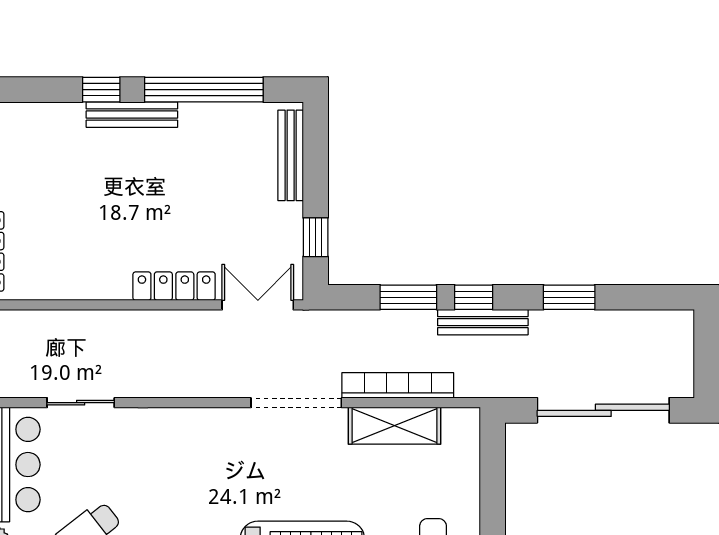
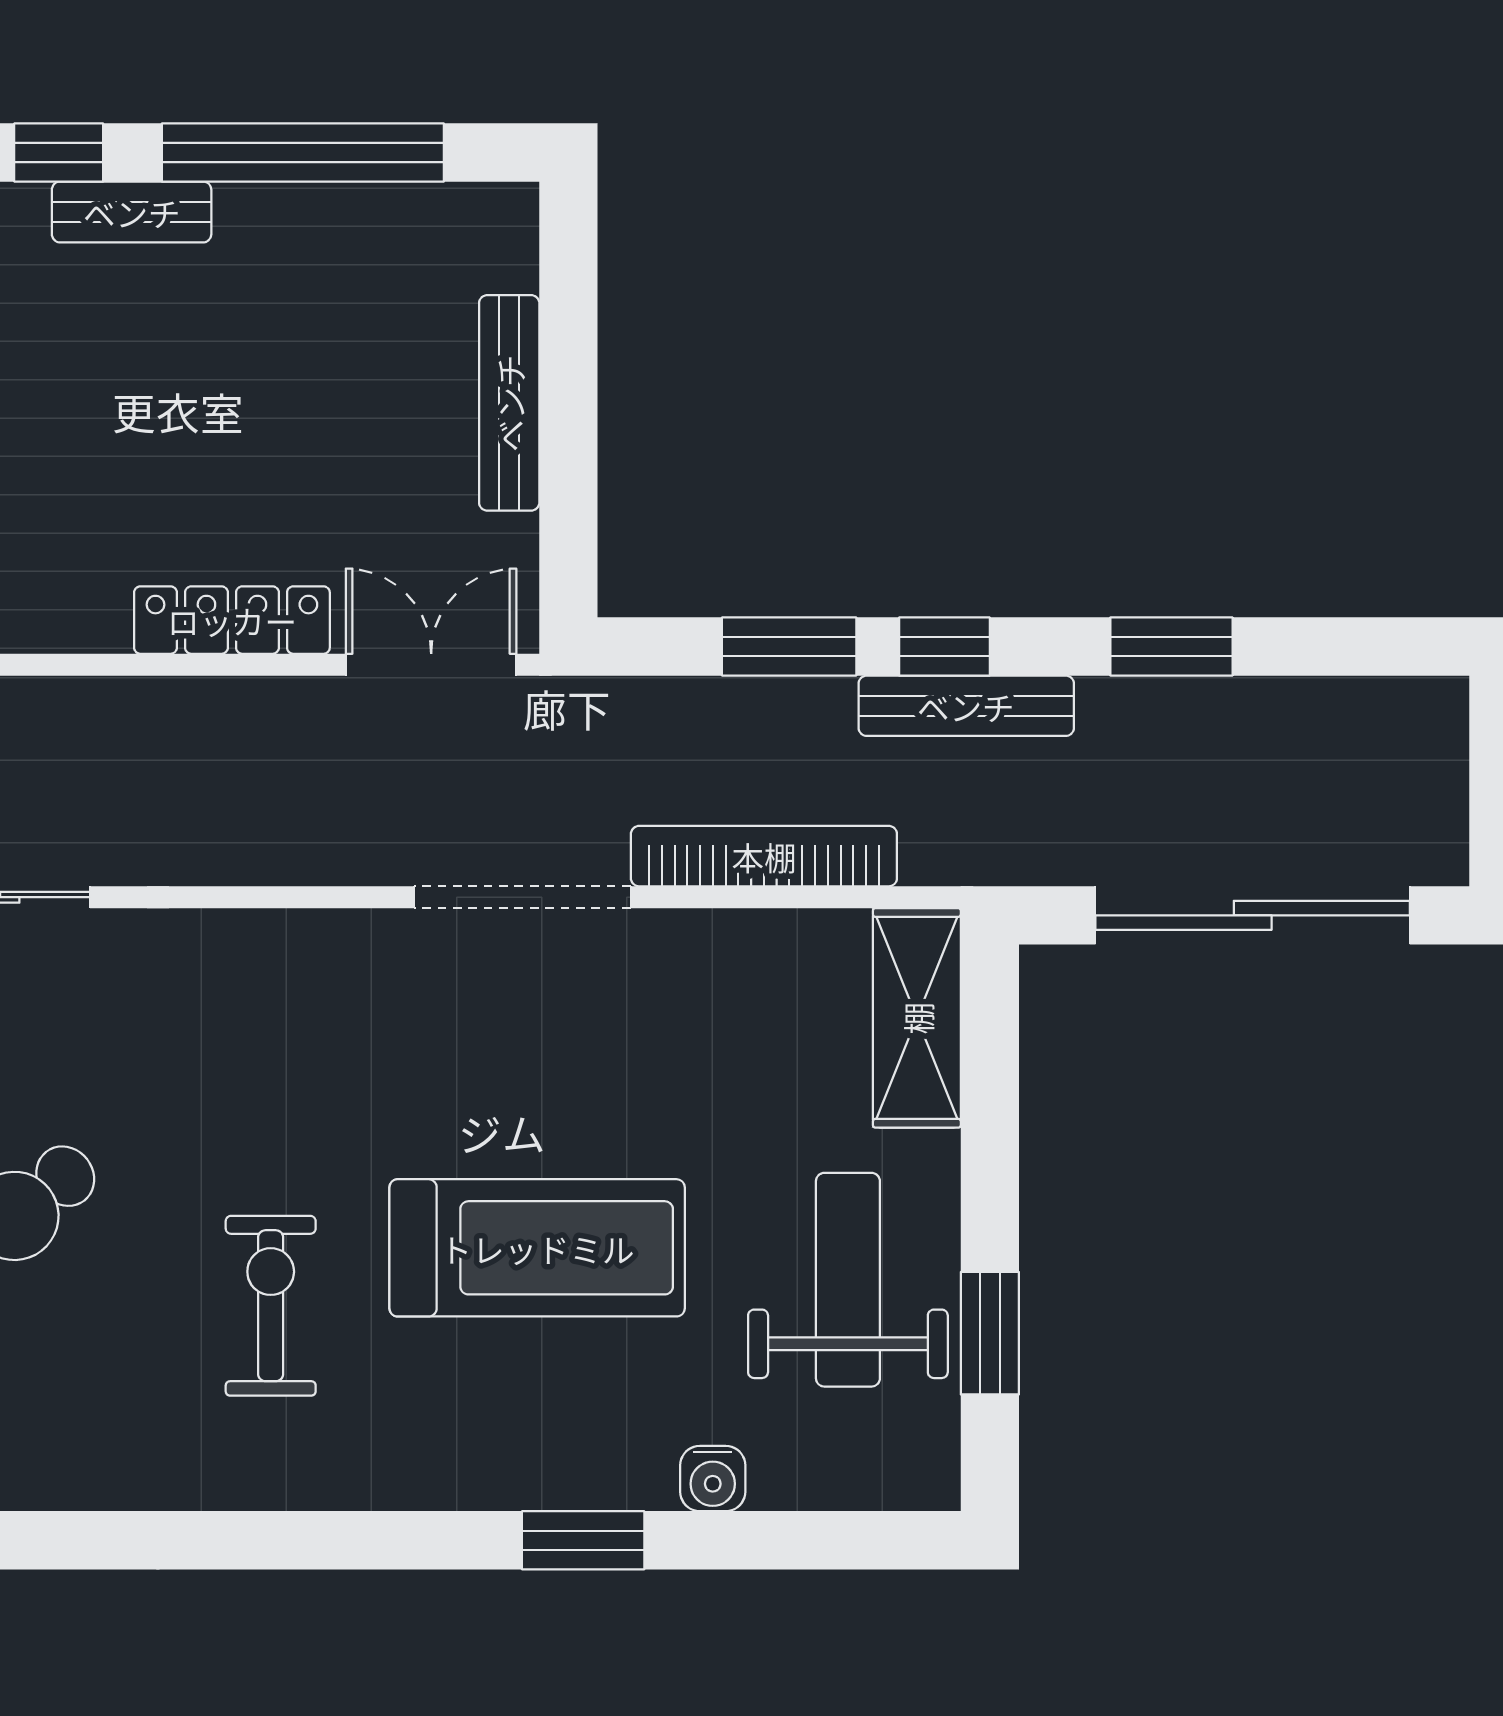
bench: (132, 115) -> (132, 212), width x0.73
bench: (291, 155) -> (509, 403), moved
window: (316, 237) -> (568, 504), removed
shelving: (394, 426) -> (917, 1018), moved, turned 90

